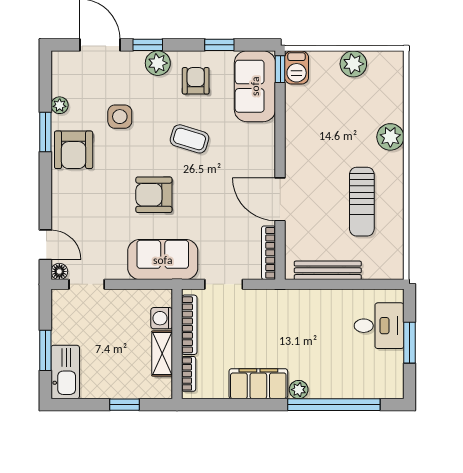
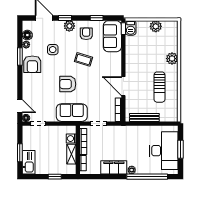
floor lamp: (62, 84) -> (27, 35), added
desk: (379, 326) -> (164, 151), width x1.87, depth x1.30

